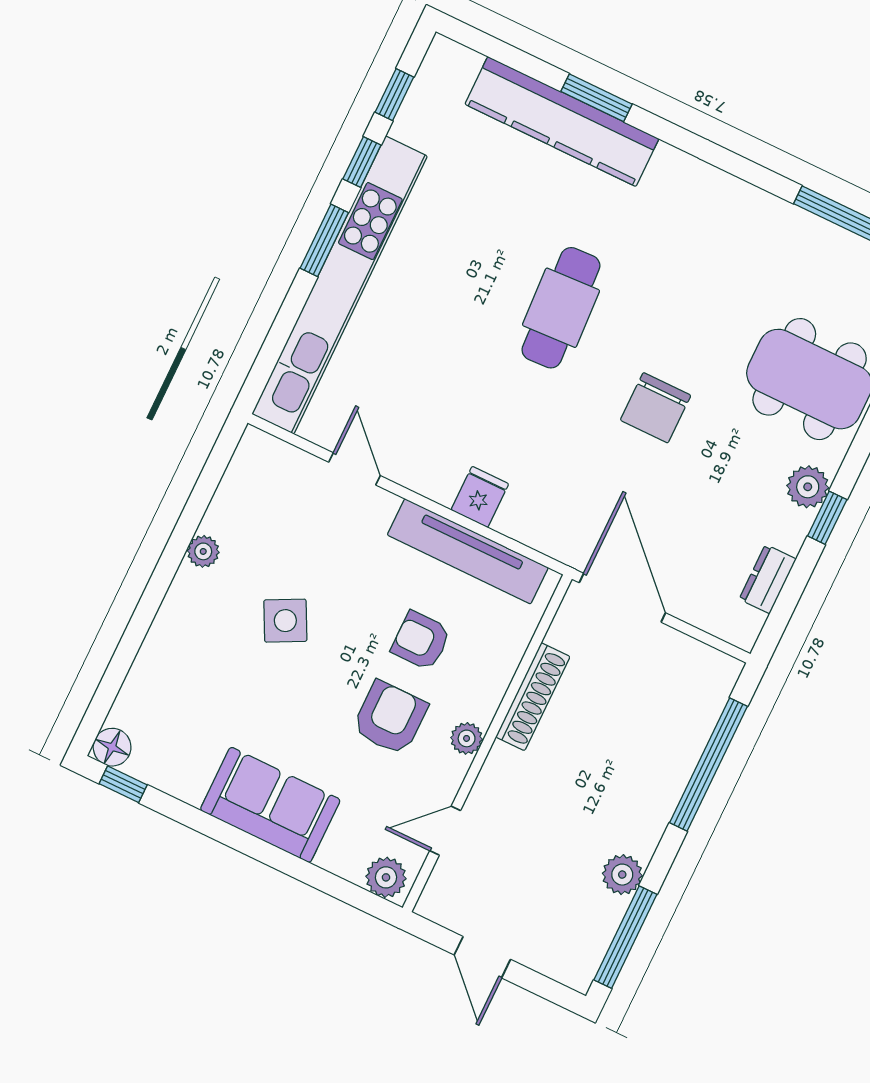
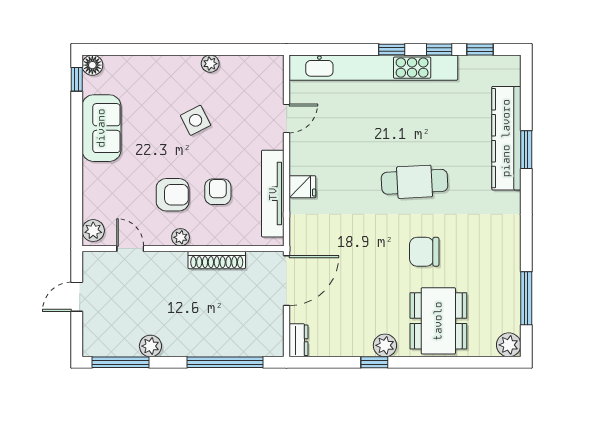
window: (324, 240) -> (392, 49), width x0.67
chair: (656, 408) -> (424, 252), moved
dresser: (768, 579) -> (298, 340), moved, turned 90
sofa: (270, 805) -> (101, 128), moved

